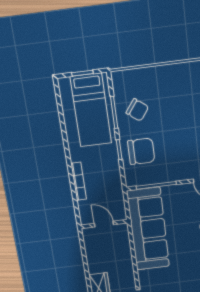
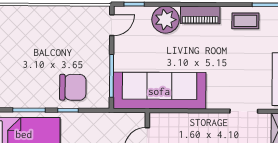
chair: (137, 110) -> (29, 86), removed
chair: (141, 151) -> (73, 87), turned 90

